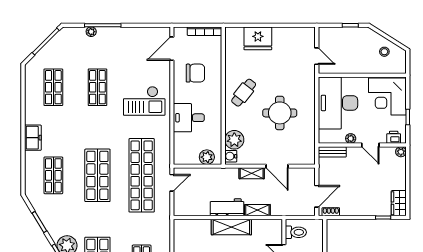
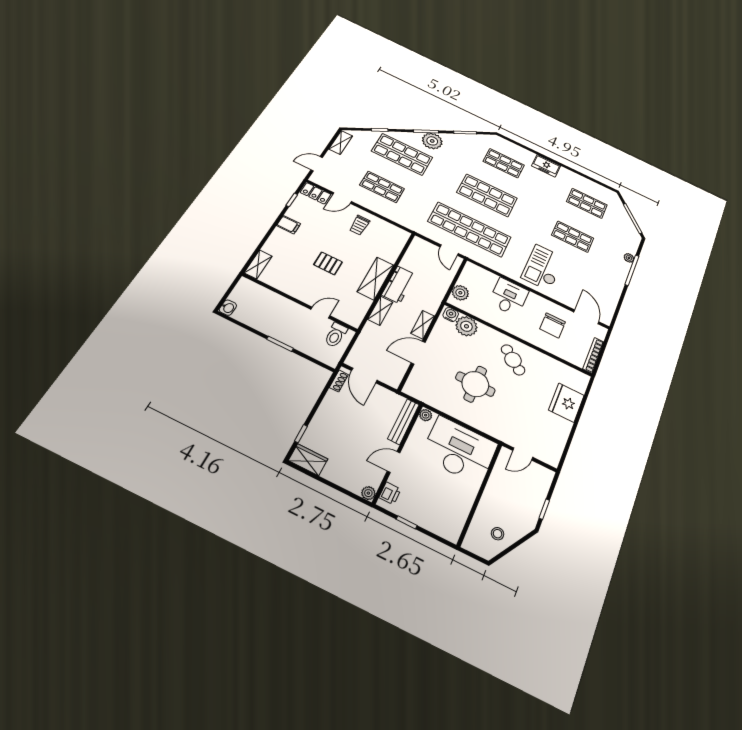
corner desk: (387, 96) -> (442, 510), removed
plant: (351, 138) -> (426, 415), moved
bench: (332, 152) -> (404, 422), width x1.36

